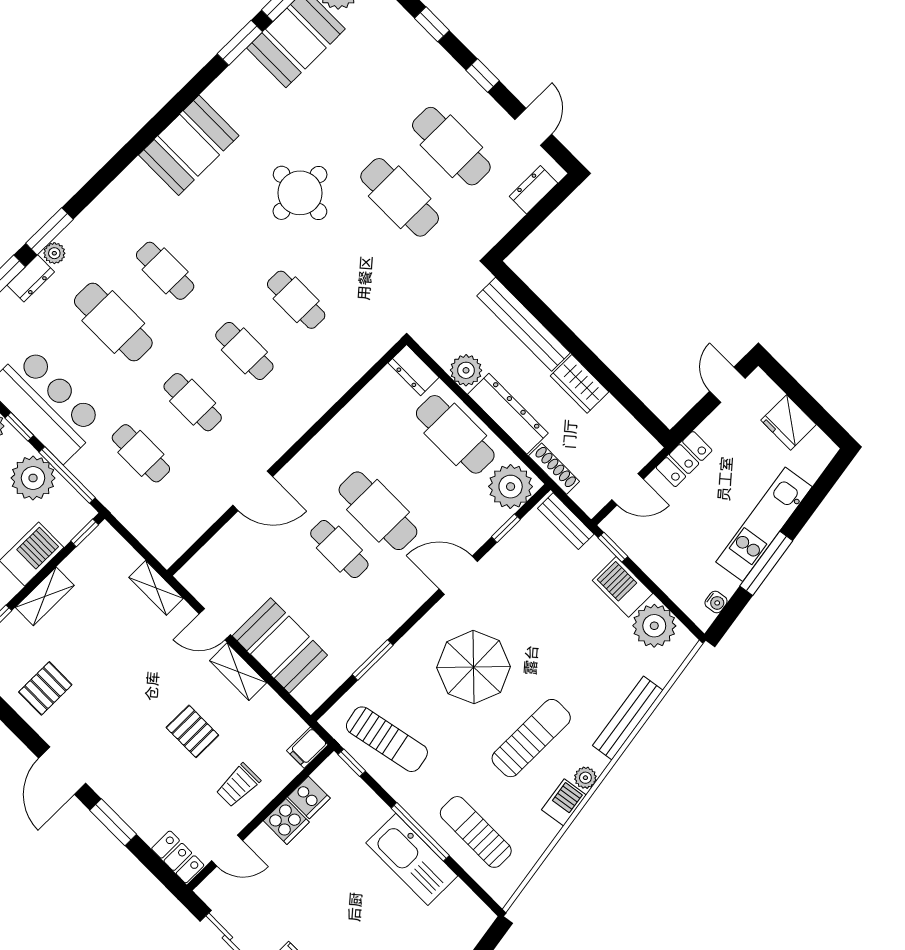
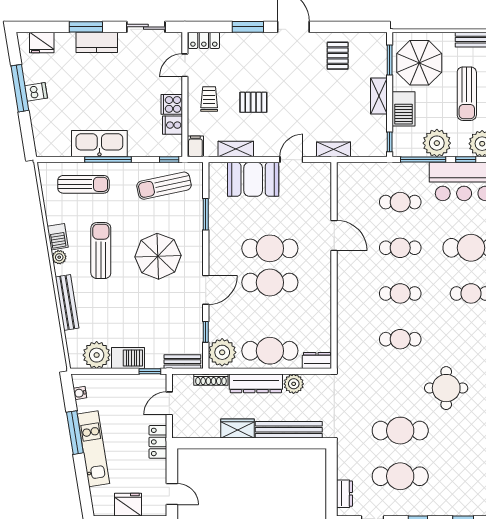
door: (253, 491) -> (334, 235), swing flipped
cafe table: (339, 549) -> (270, 248), width x1.37, depth x1.35
shelving: (238, 672) -> (236, 149), moved
sun lounger: (531, 738) -> (101, 251), turned 180

